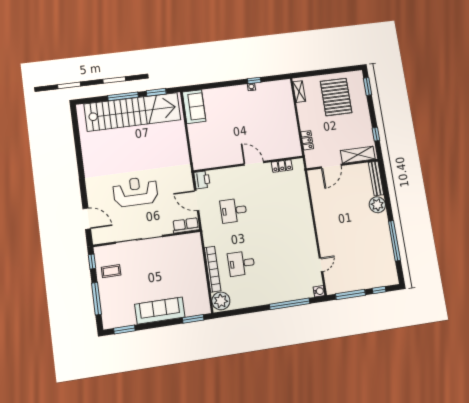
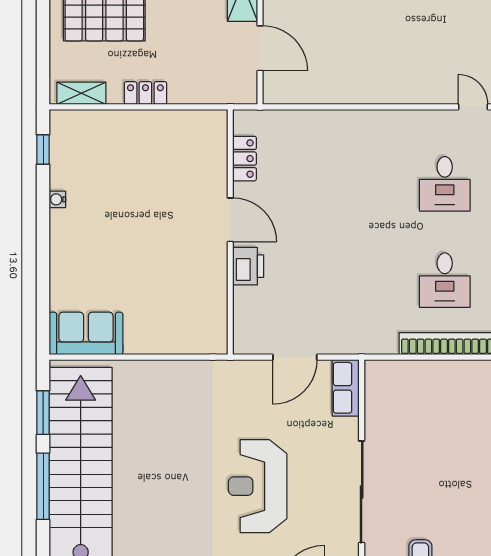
window: (254, 80) -> (43, 150), moved
locker: (307, 140) -> (145, 93), moved
door: (254, 163) -> (230, 220), swing flipped
printer: (202, 180) -> (248, 266), moved, turned 90
desk: (233, 211) -> (445, 184), moved

